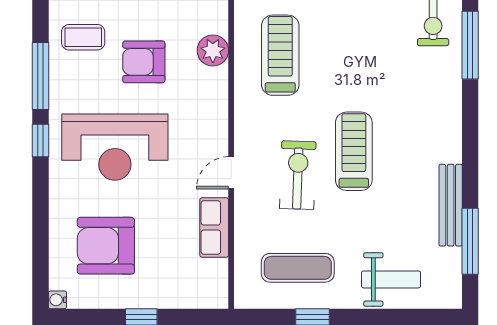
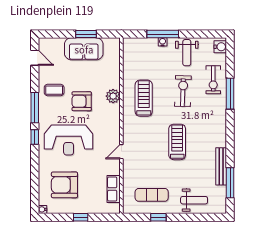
exercise bike: (298, 175) -> (183, 91), moved
row of seats: (214, 227) -> (114, 189), moved

